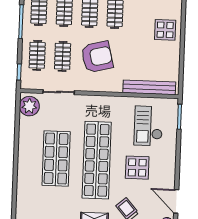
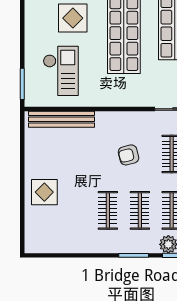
armchair: (97, 57) -> (129, 155), width x0.53, depth x0.53

